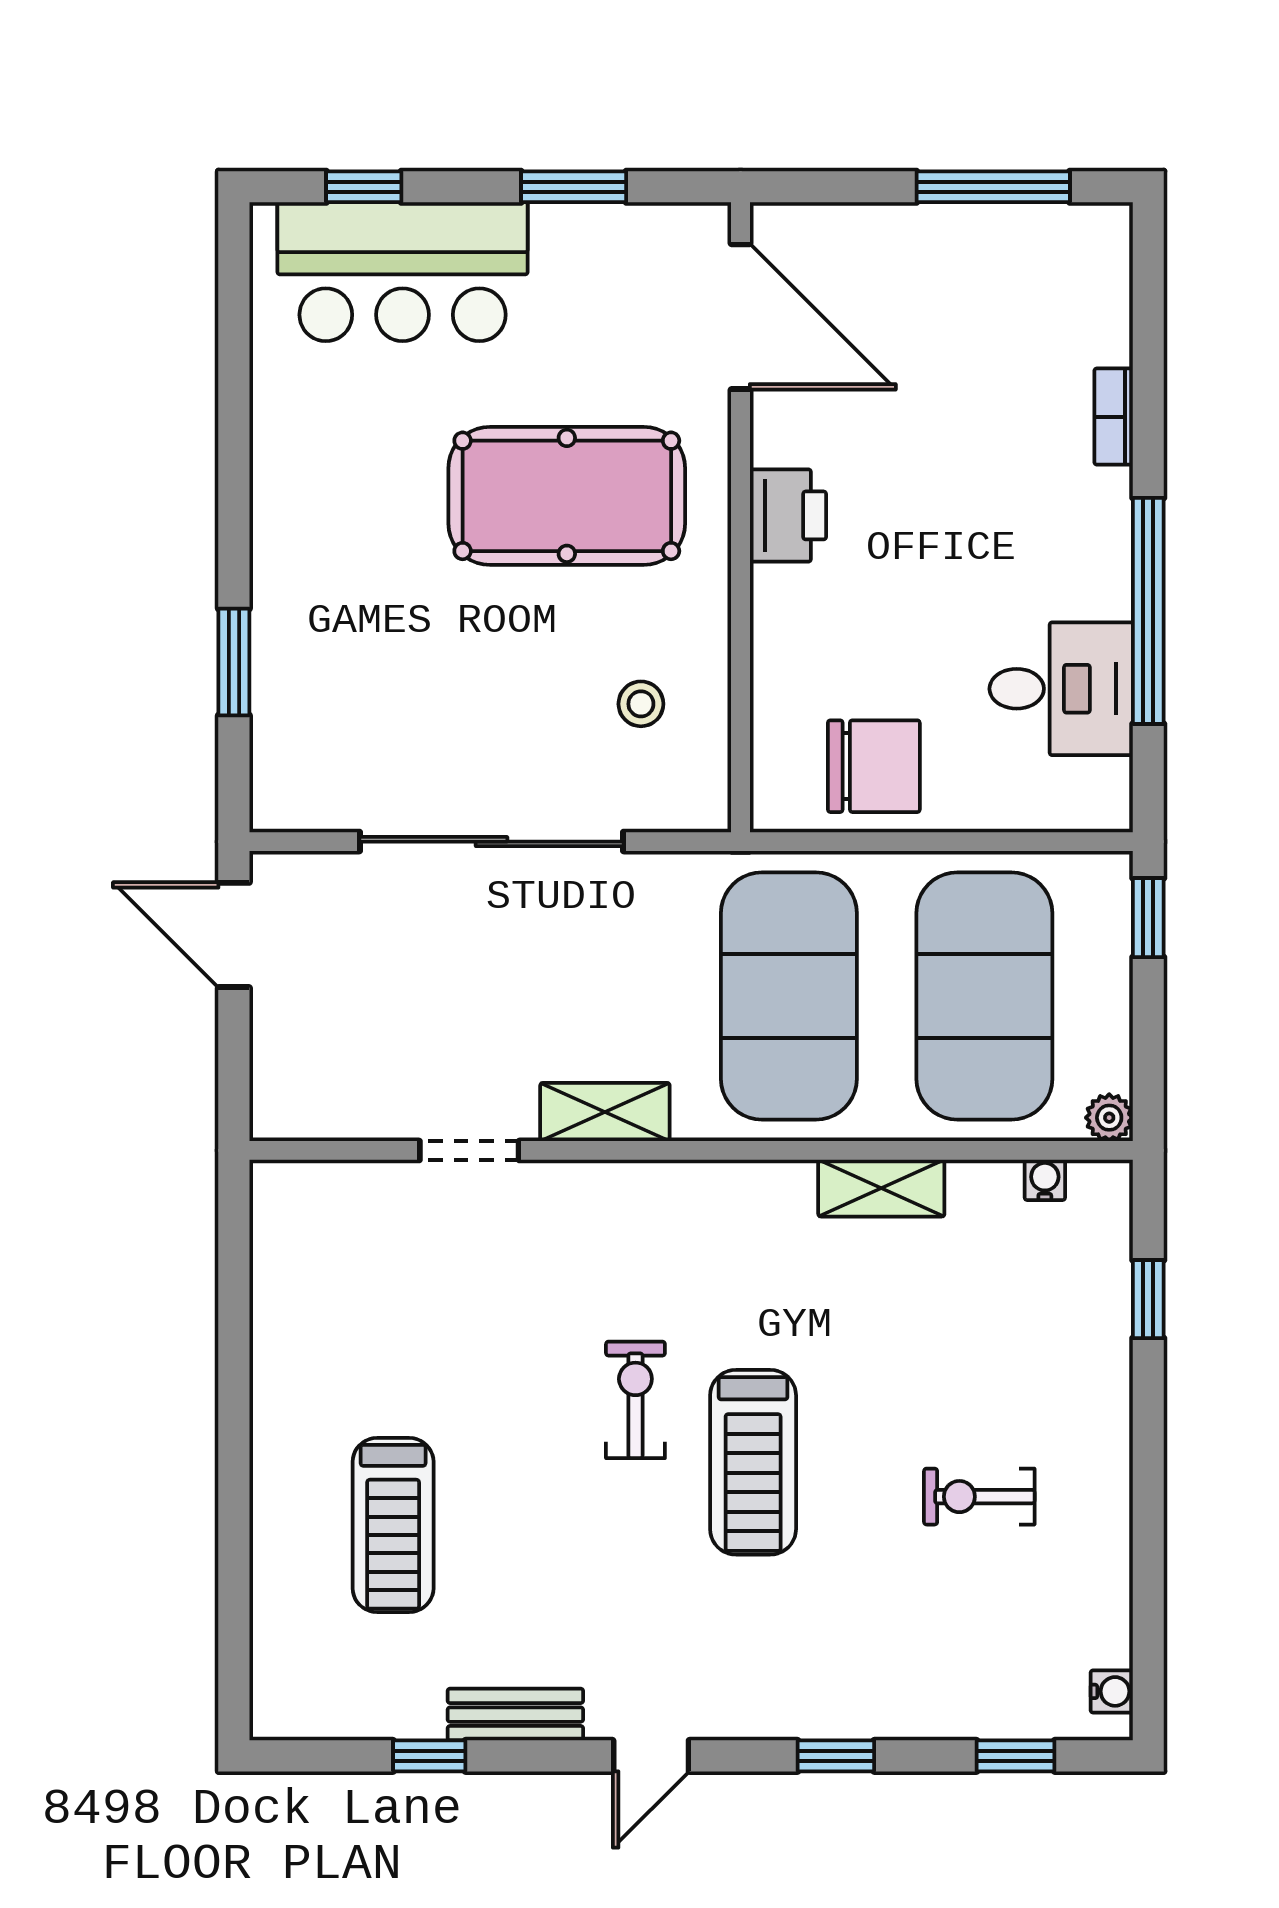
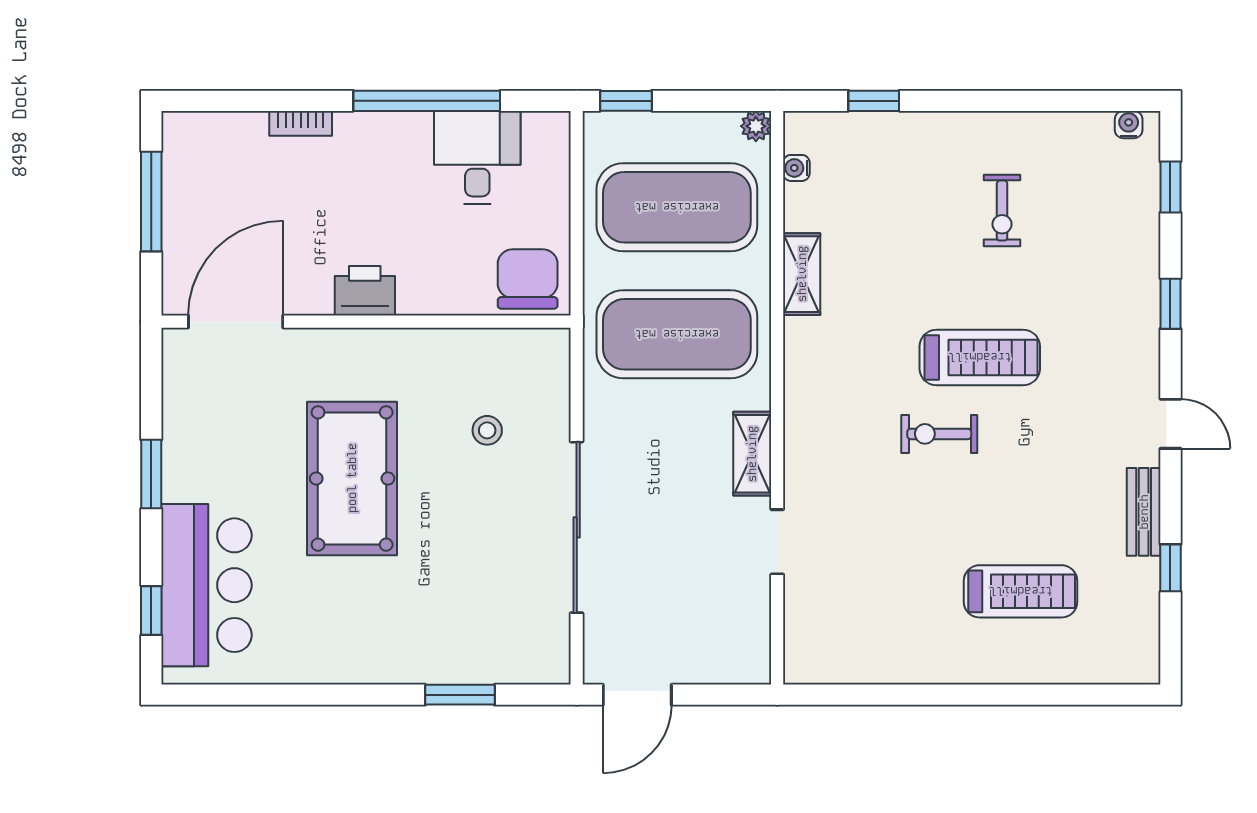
door: (740, 317) -> (236, 322), moved
printer: (788, 515) -> (365, 291), moved
wall: (740, 517) -> (366, 322), moved

